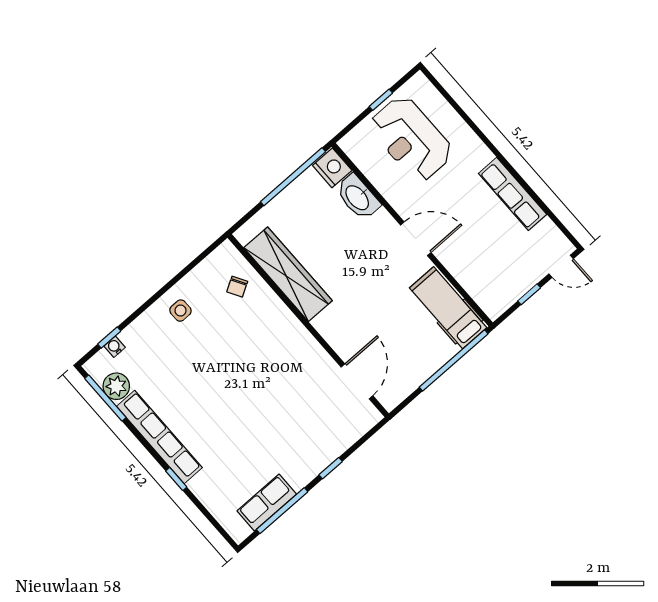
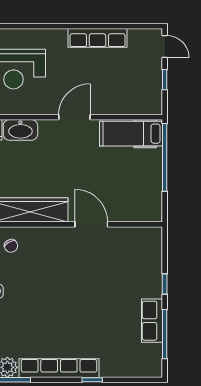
door: (561, 266) -> (165, 46), hinge flipped
door: (357, 381) -> (91, 224), moved
row of seats: (267, 503) -> (152, 321), moved

